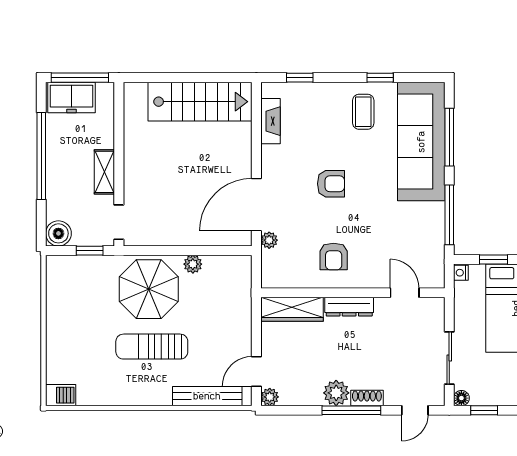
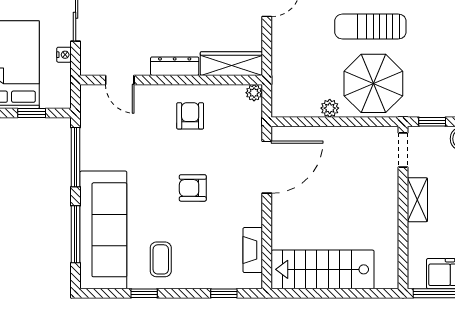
plant: (269, 240) -> (254, 93), moved
nightstand: (461, 273) -> (64, 55), moved
sun lounger: (152, 347) -> (370, 27), turned 180

